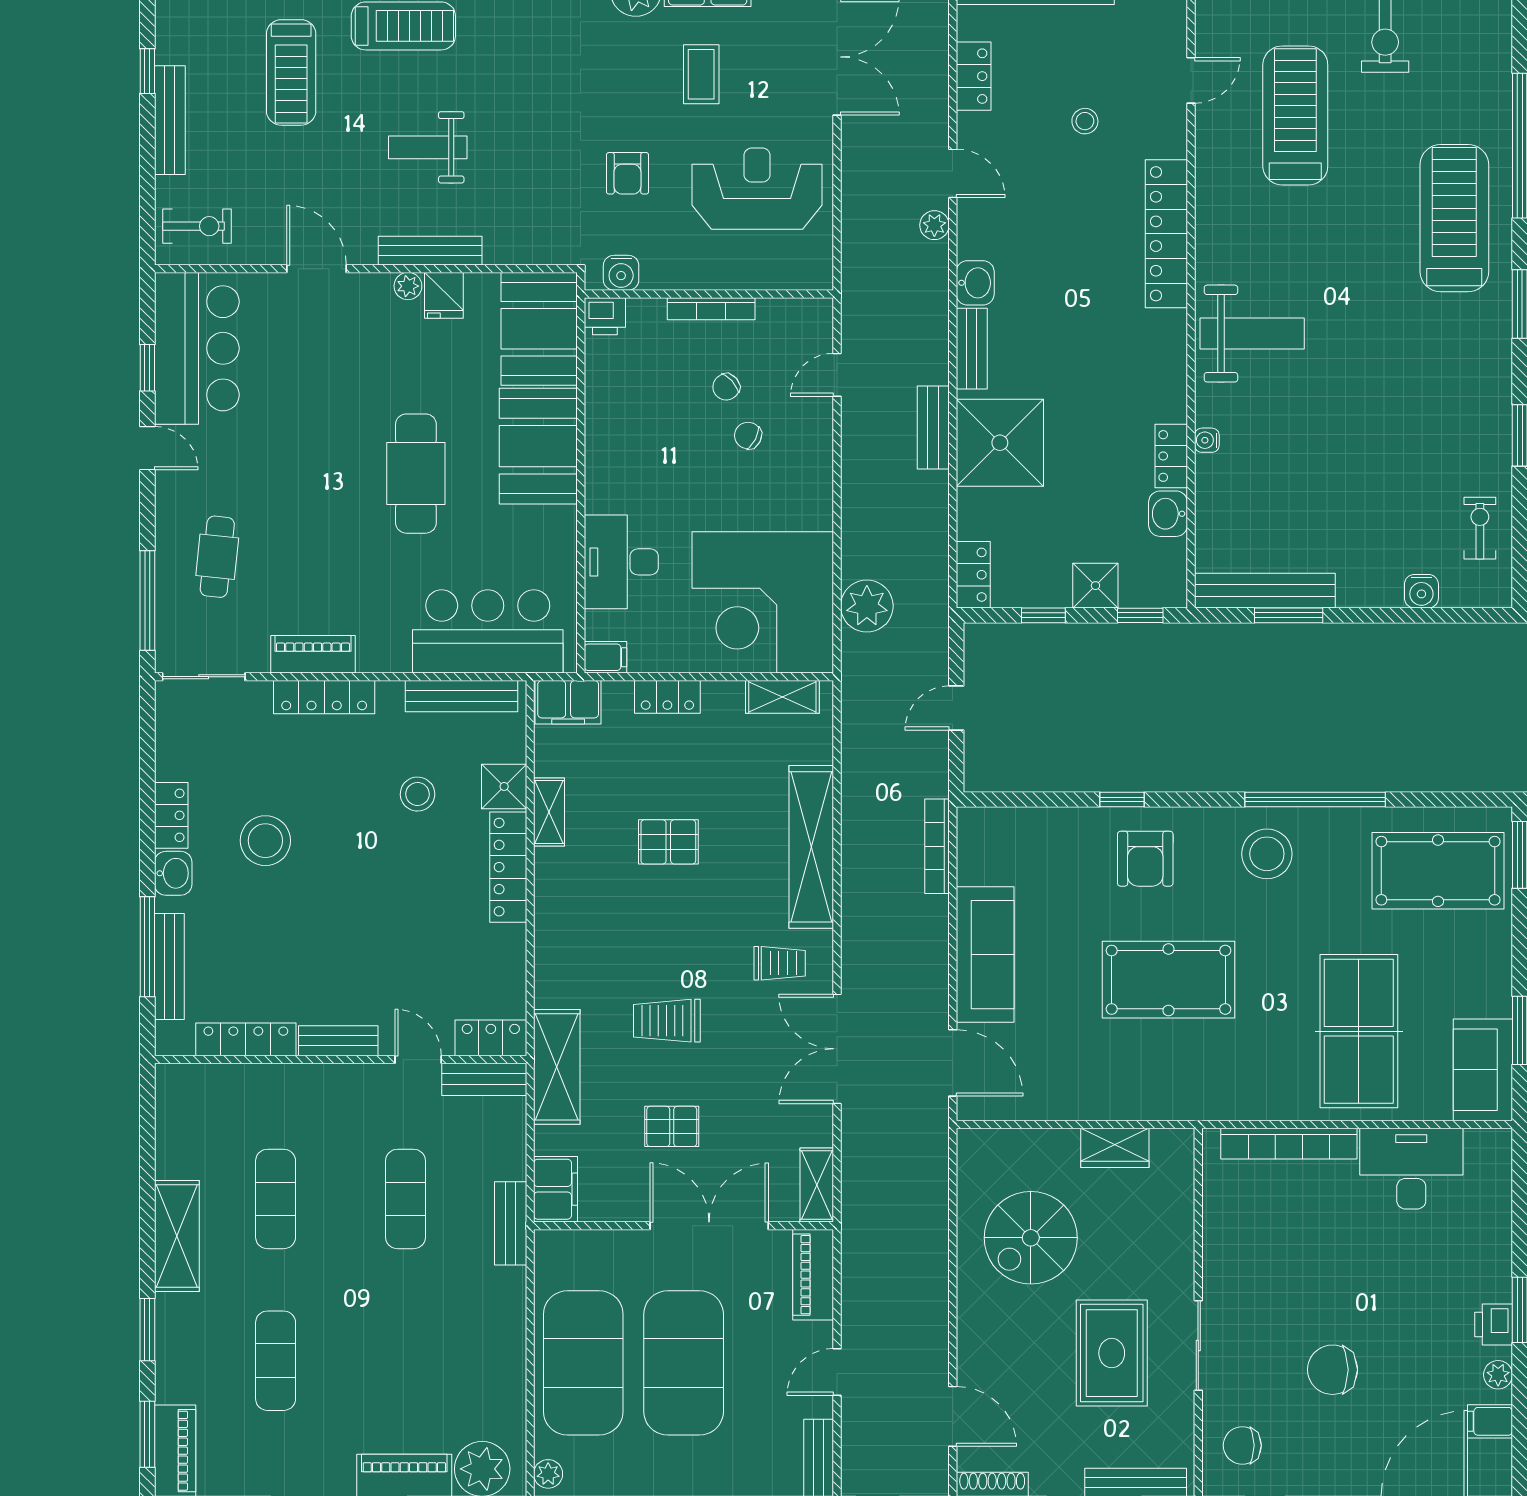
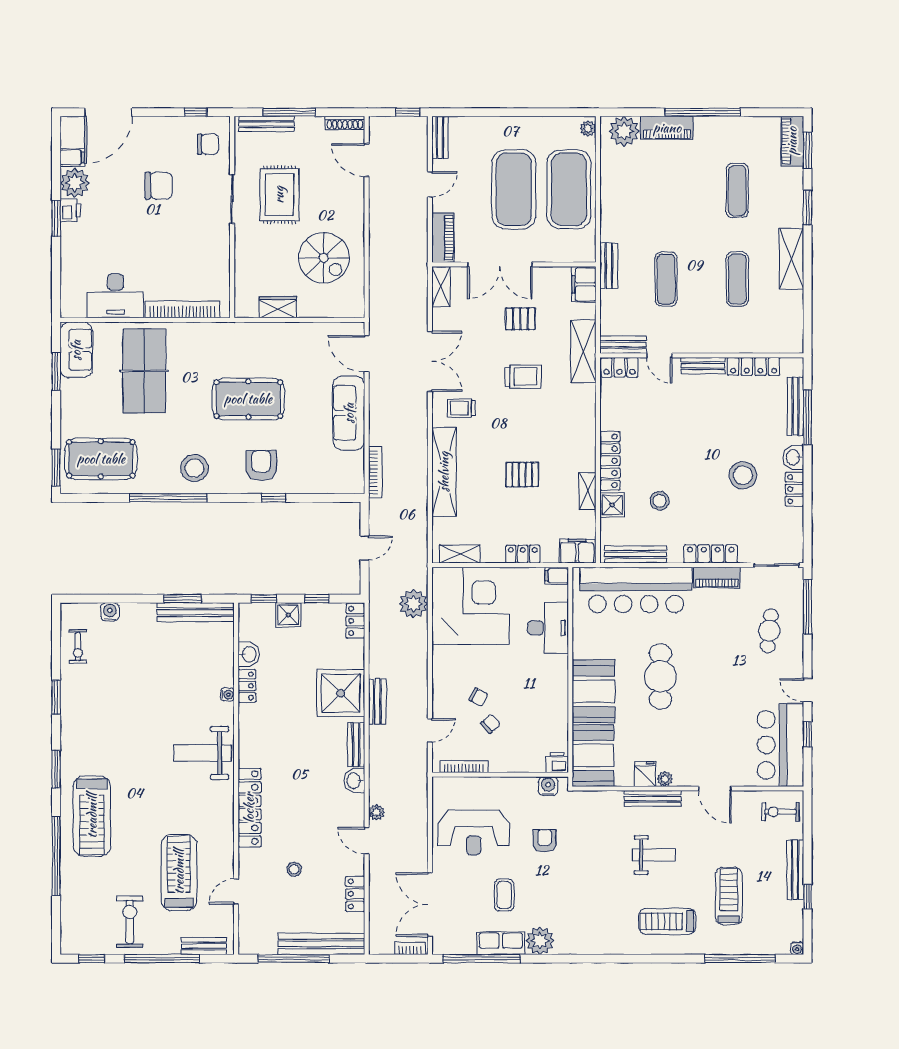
treadmill: (1295, 115) -> (179, 872), turned 180
bookcase: (711, 309) -> (464, 767), moved
bar counter: (488, 631) -> (636, 590), width x1.36
spiral stairs: (1031, 1238) -> (324, 258), turned 90
plant: (1498, 1375) -> (75, 183), width x1.87, depth x1.87

